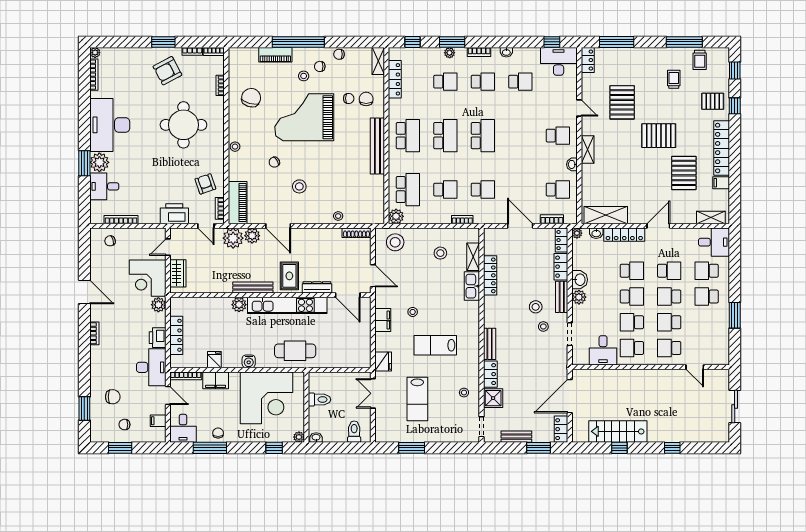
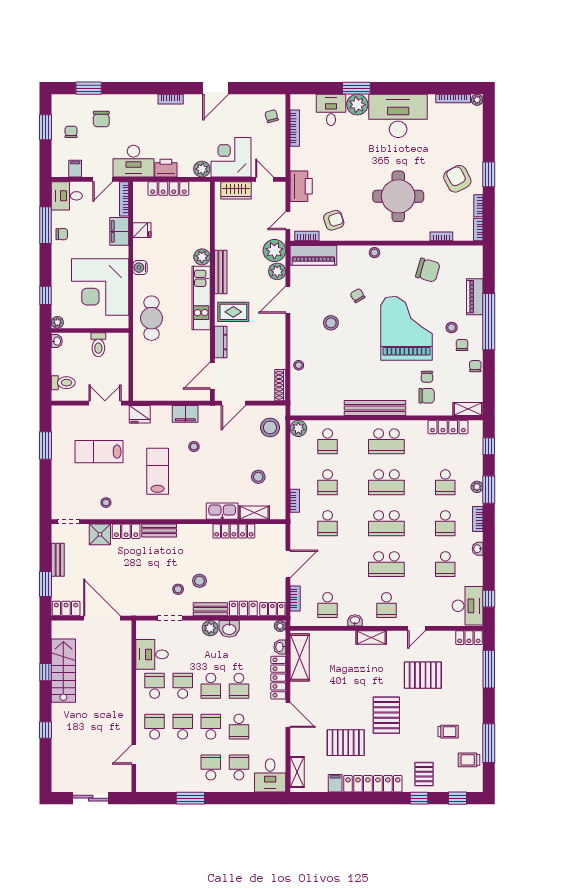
school desk: (520, 136) -> (386, 564), added
school desk: (408, 190) -> (328, 441), width x0.54
kitchen unit: (287, 305) -> (201, 298), width x0.73

